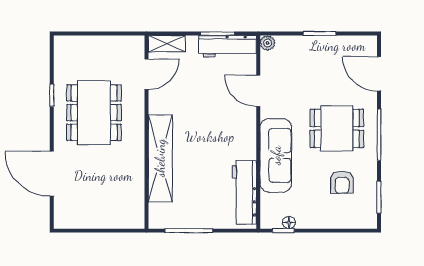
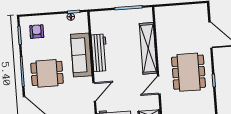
door: (147, 74) -> (159, 85), moved
door: (258, 91) -> (94, 92), hinge flipped
armchair: (342, 182) -> (37, 32), moved
workbench: (244, 192) -> (99, 53), moved

